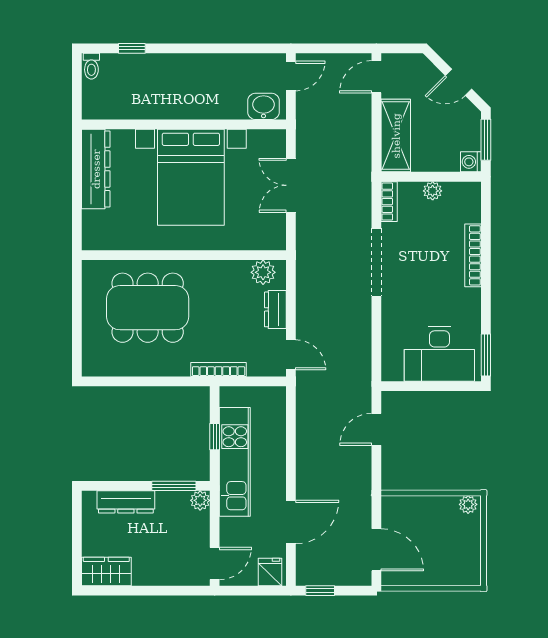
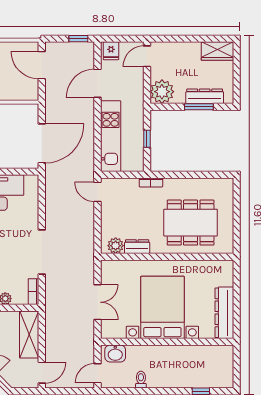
toilet: (91, 66) -> (141, 380), moved
dresser: (275, 309) -> (137, 247), moved, turned -90
bookcase: (219, 369) -> (151, 182), width x0.64
door: (376, 429) -> (42, 143), width x1.88
kitchen unit: (235, 462) -> (111, 136), moved, turned 180
window: (174, 486) -> (199, 107), moved
plant: (200, 500) -> (162, 92), width x1.88, depth x1.88

